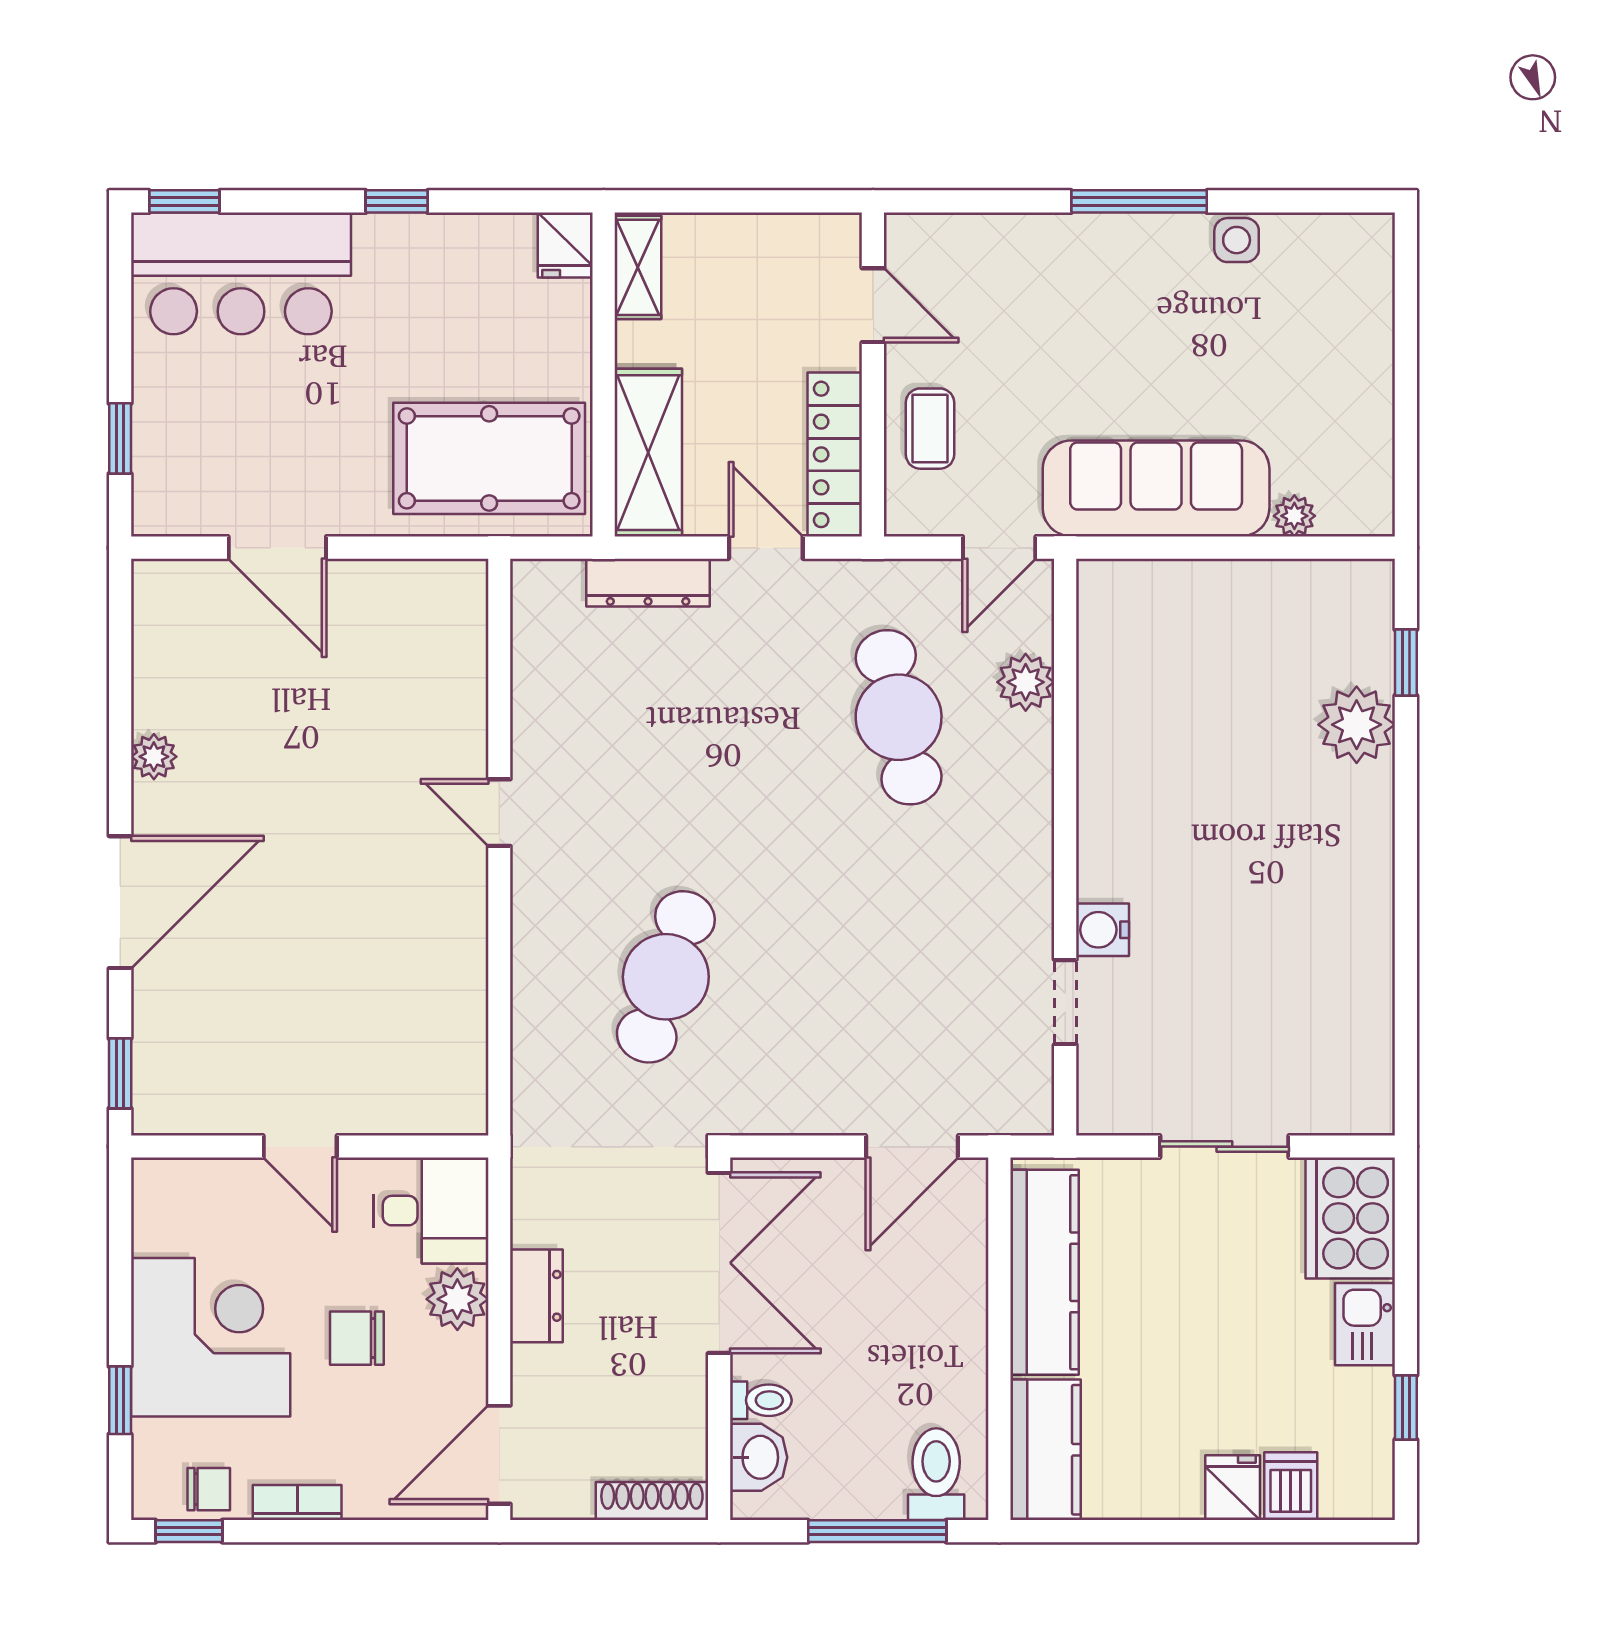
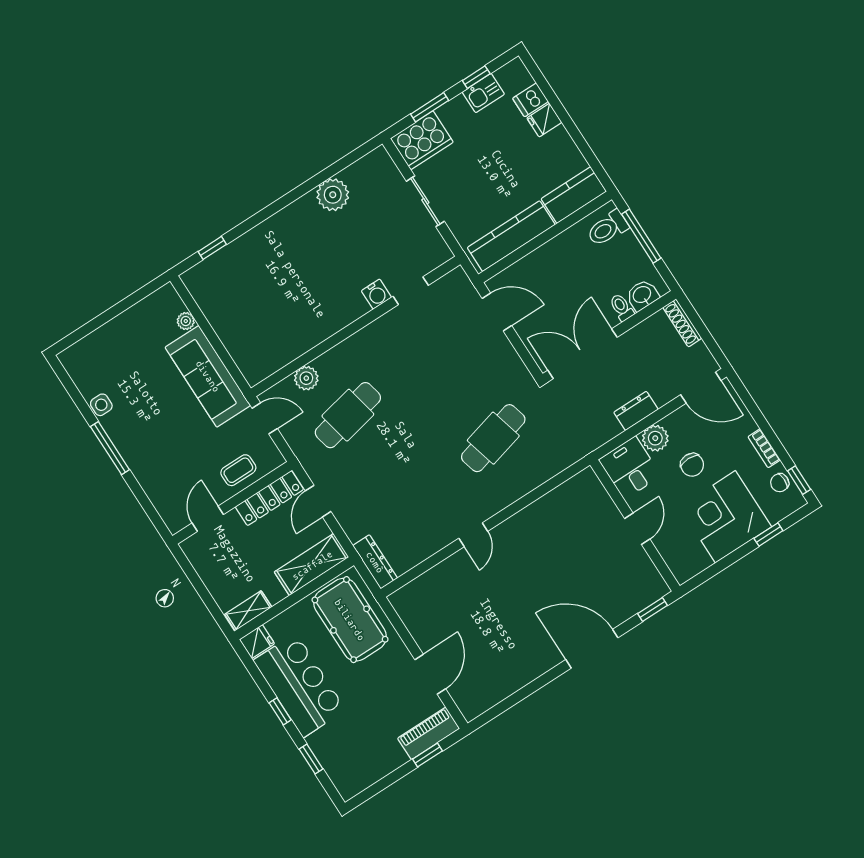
window: (184, 201) -> (311, 759), moved
bar counter: (241, 273) -> (299, 685), moved
piano: (162, 468) -> (429, 733), added
dresser: (648, 583) -> (375, 562), moved
plant: (1357, 725) -> (333, 195), moved
plant: (154, 757) -> (533, 670), removed
cafe table: (666, 977) -> (493, 438), turned -33
window: (1406, 1276) -> (430, 107), added
kitchen sink: (1365, 1324) -> (483, 93), moved
chair: (209, 1489) -> (780, 483), turned -90

